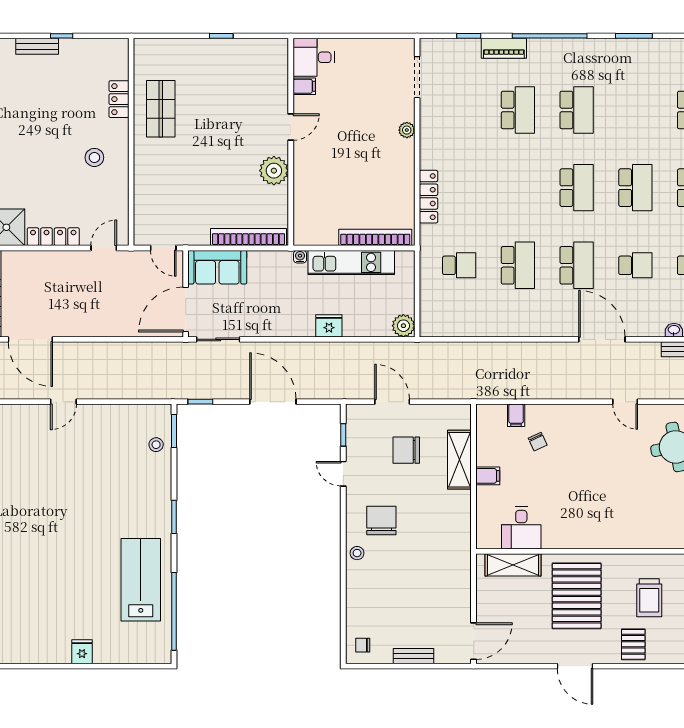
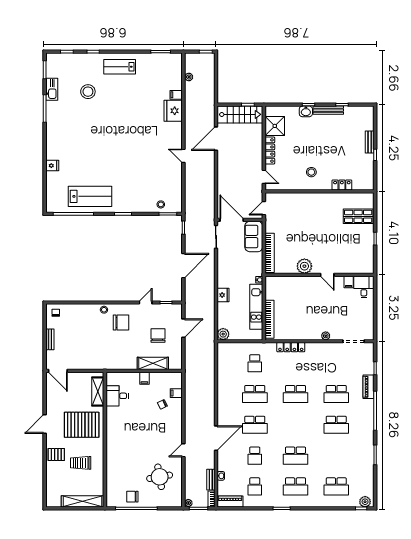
shop shelf: (161, 109) -> (358, 216), moved
school desk: (577, 188) -> (296, 394), moved

